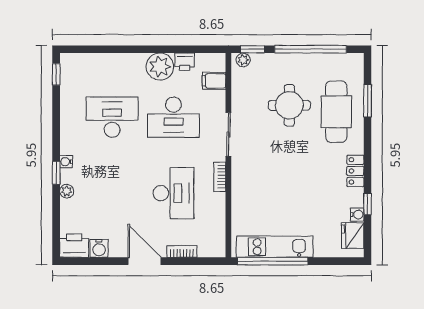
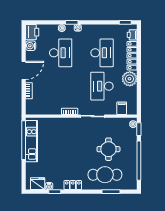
locker: (117, 62) -> (132, 56), added
printer: (185, 62) -> (132, 35), moved
desk: (173, 193) -> (61, 53), moved, turned -90

